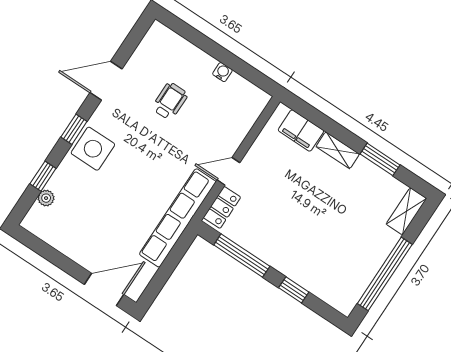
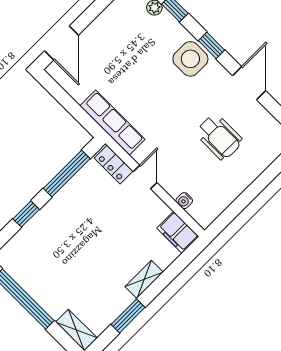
water cooler: (222, 72) -> (184, 201), moved, turned 90
wheelchair: (170, 101) -> (219, 137), width x1.36, depth x1.37
filing cabinet: (301, 130) -> (178, 232), moved, turned -90
row of seats: (178, 218) -> (112, 123), width x0.73

